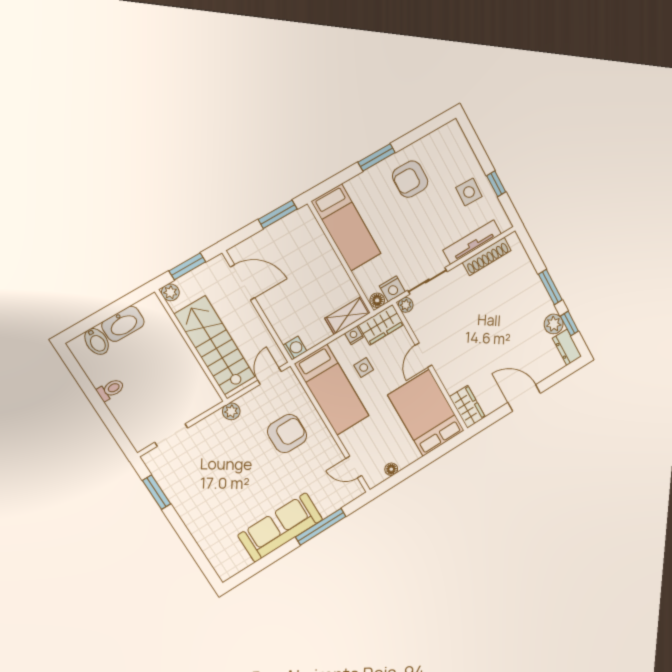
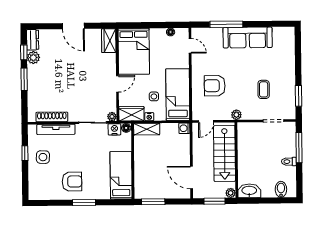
washbasin: (123, 324) -> (249, 191), moved
window: (108, 419) -> (299, 148), added
coffee table: (214, 470) -> (264, 89), added

